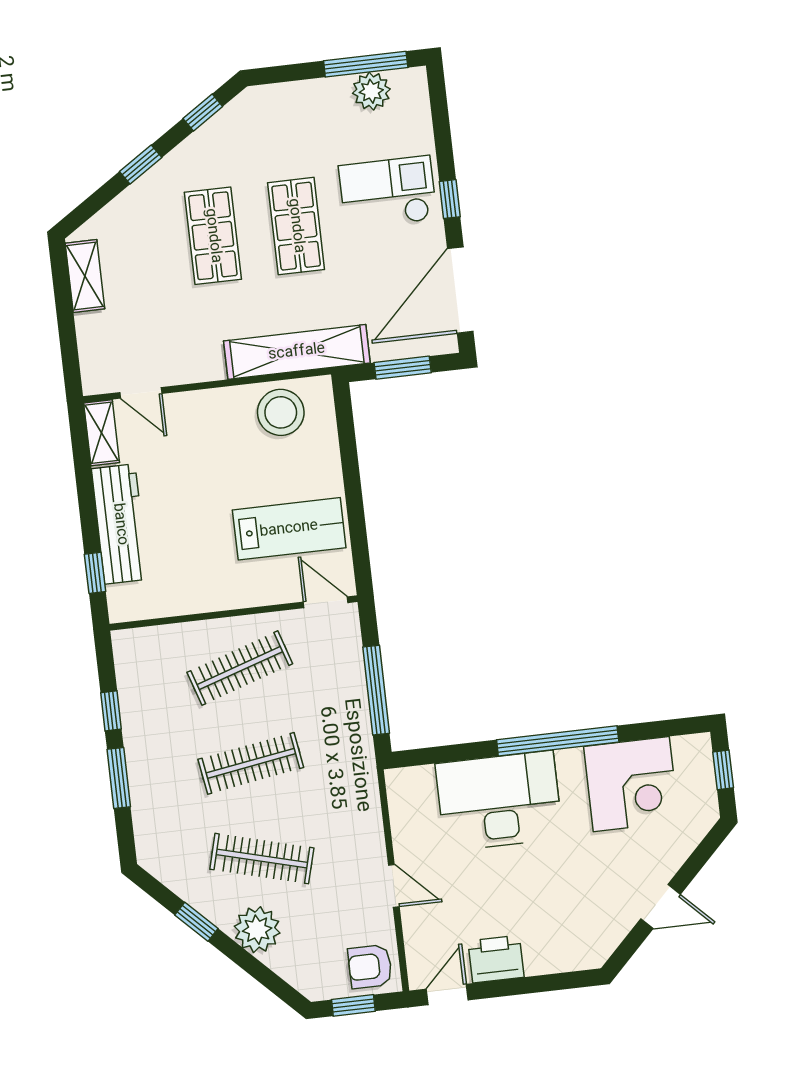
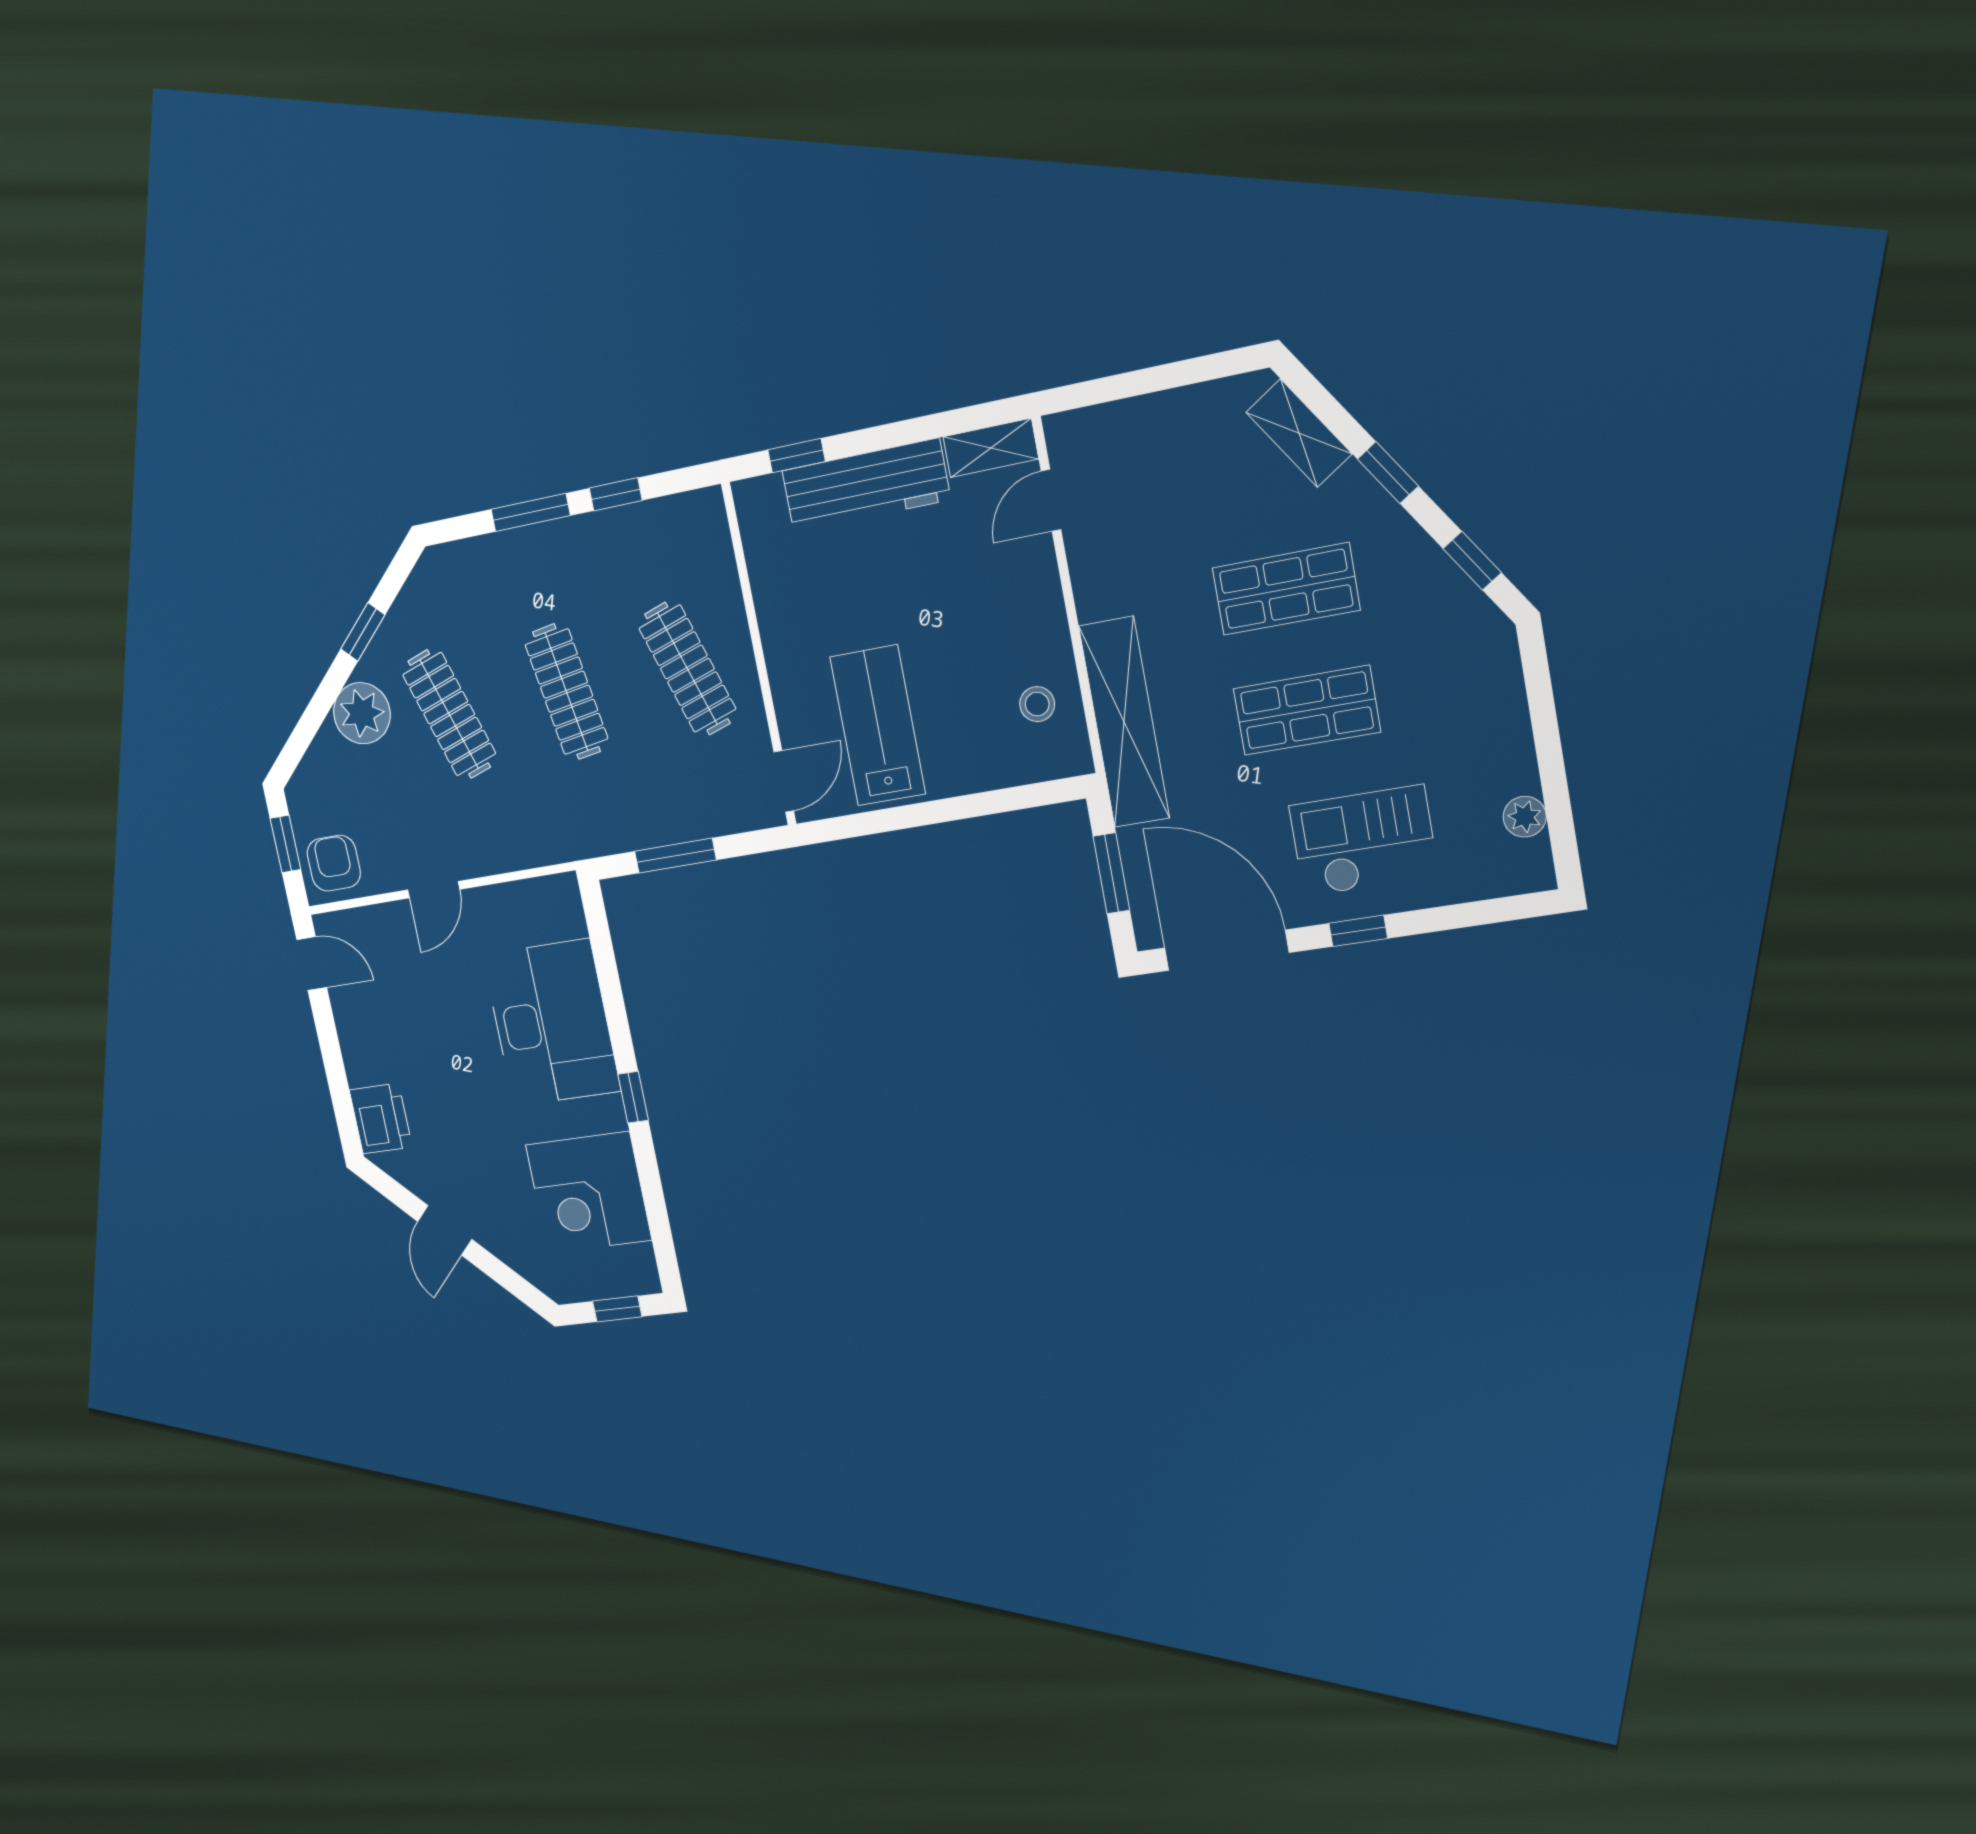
window: (366, 64) -> (1557, 800), removed
plant: (371, 91) -> (1525, 817), width x0.73, depth x0.73
checkout: (388, 192) -> (1364, 841), turned -90
shelving: (85, 276) -> (1299, 433), moved, turned 57
stool: (281, 412) -> (1037, 704), width x0.53, depth x0.53
lab bench: (289, 529) -> (878, 726), turned 180
window: (376, 690) -> (675, 856), width x0.69
window: (558, 741) -> (633, 1097), width x0.32
clothes rail: (262, 859) -> (449, 714), turned -33
printer: (496, 959) -> (381, 1119), moved

